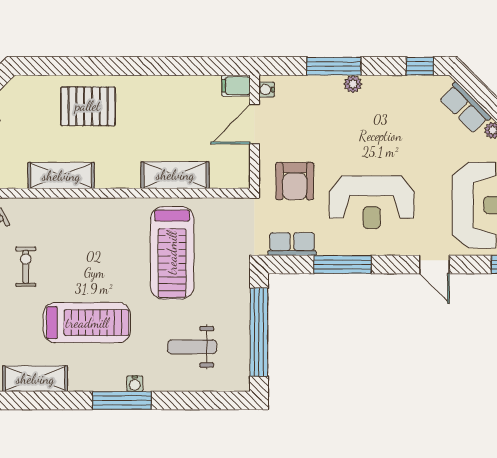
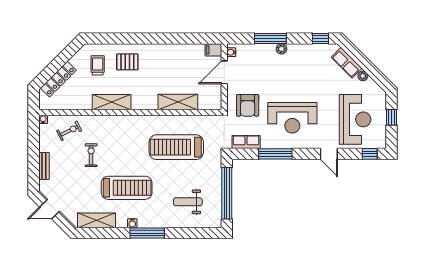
pallet: (88, 106) -> (127, 62), width x0.67, depth x0.71
trolley: (37, 112) -> (98, 65), added
treadmill: (172, 253) -> (176, 147), turned 90
water cooler: (135, 384) -> (132, 223), moved

